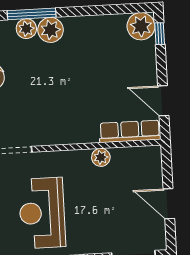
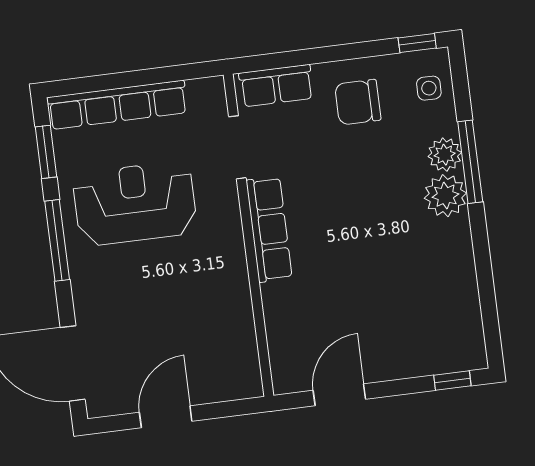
plant: (141, 26) -> (463, 348), removed
row of seats: (130, 131) -> (269, 229), moved
plant: (101, 157) -> (236, 296), removed

